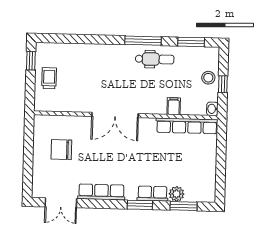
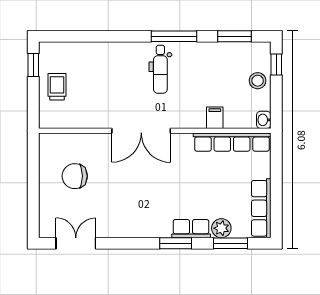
dental chair: (155, 59) -> (160, 69), moved, turned 90
window: (223, 84) -> (276, 64), moved
row of seats: (101, 192) -> (261, 208), moved, turned -90
double door: (61, 203) -> (76, 243), swing flipped

